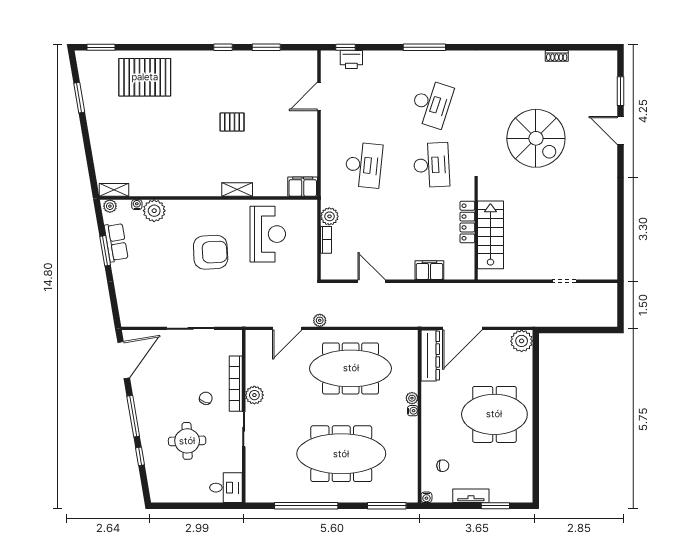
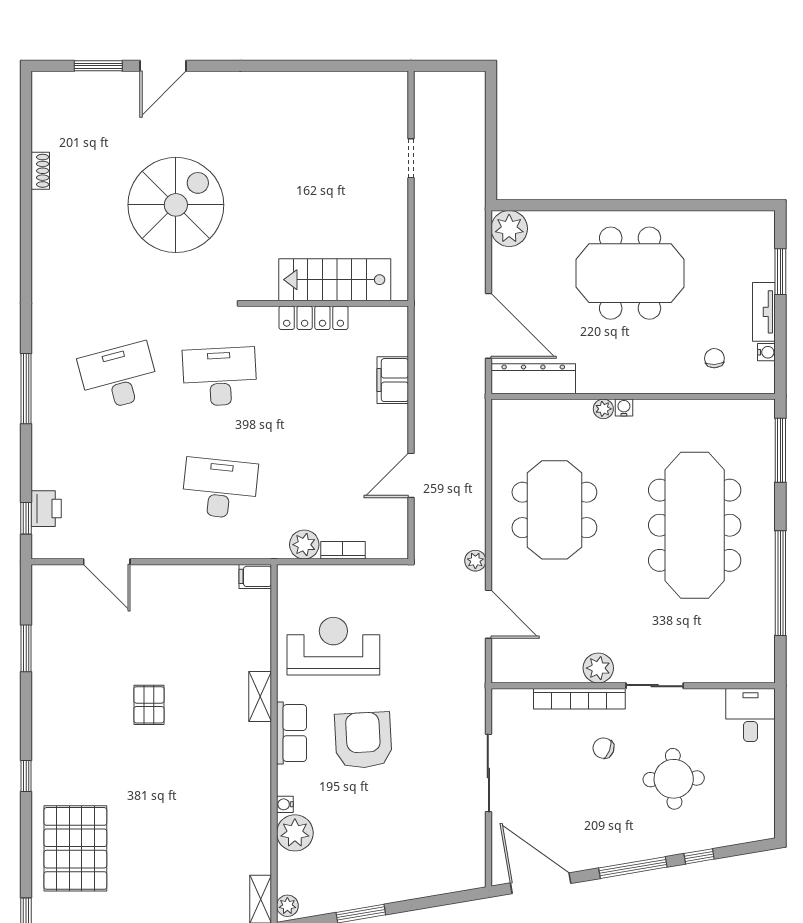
window: (223, 47) -> (26, 776), moved
desk: (432, 104) -> (119, 377), turned -33
filing cabinet: (303, 187) -> (255, 576), width x0.50
water cooler: (137, 205) -> (285, 804), moved
row of seats: (116, 242) -> (291, 733), moved, turned 100
meeting table: (351, 368) -> (554, 510), width x0.73
meeting table: (494, 414) -> (630, 273), turned 90
water cooler: (426, 497) -> (766, 352), moved

